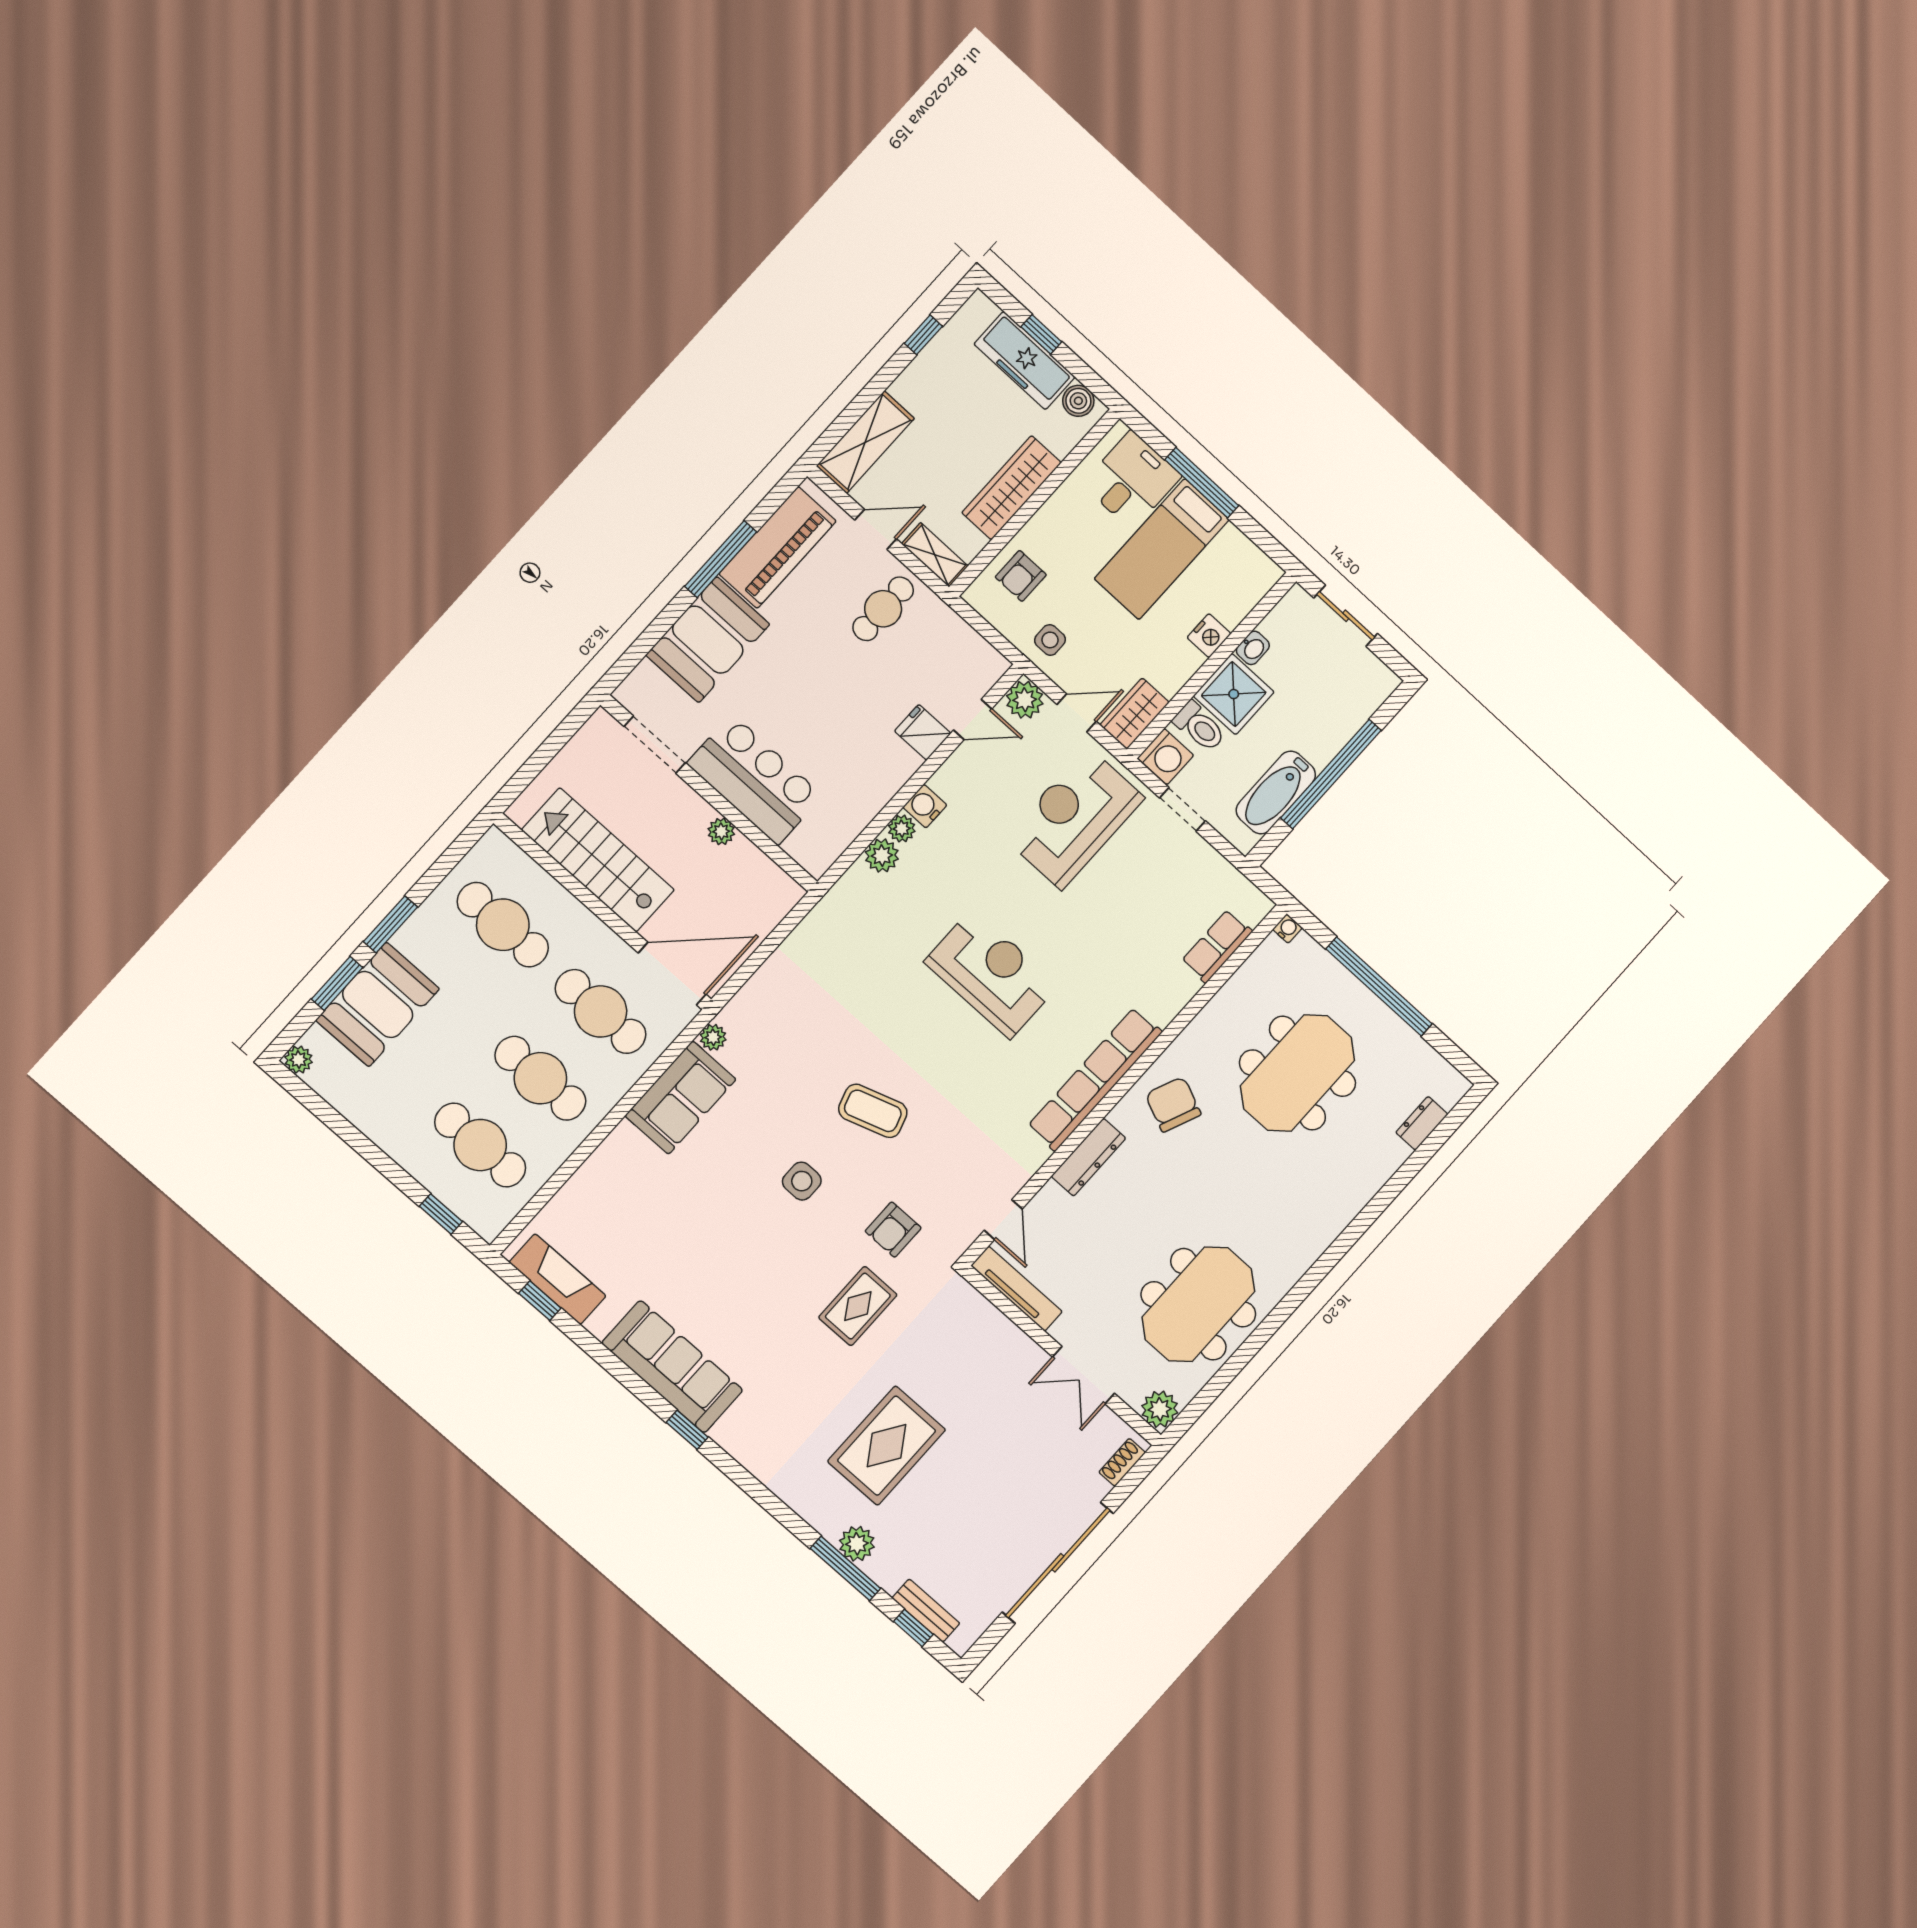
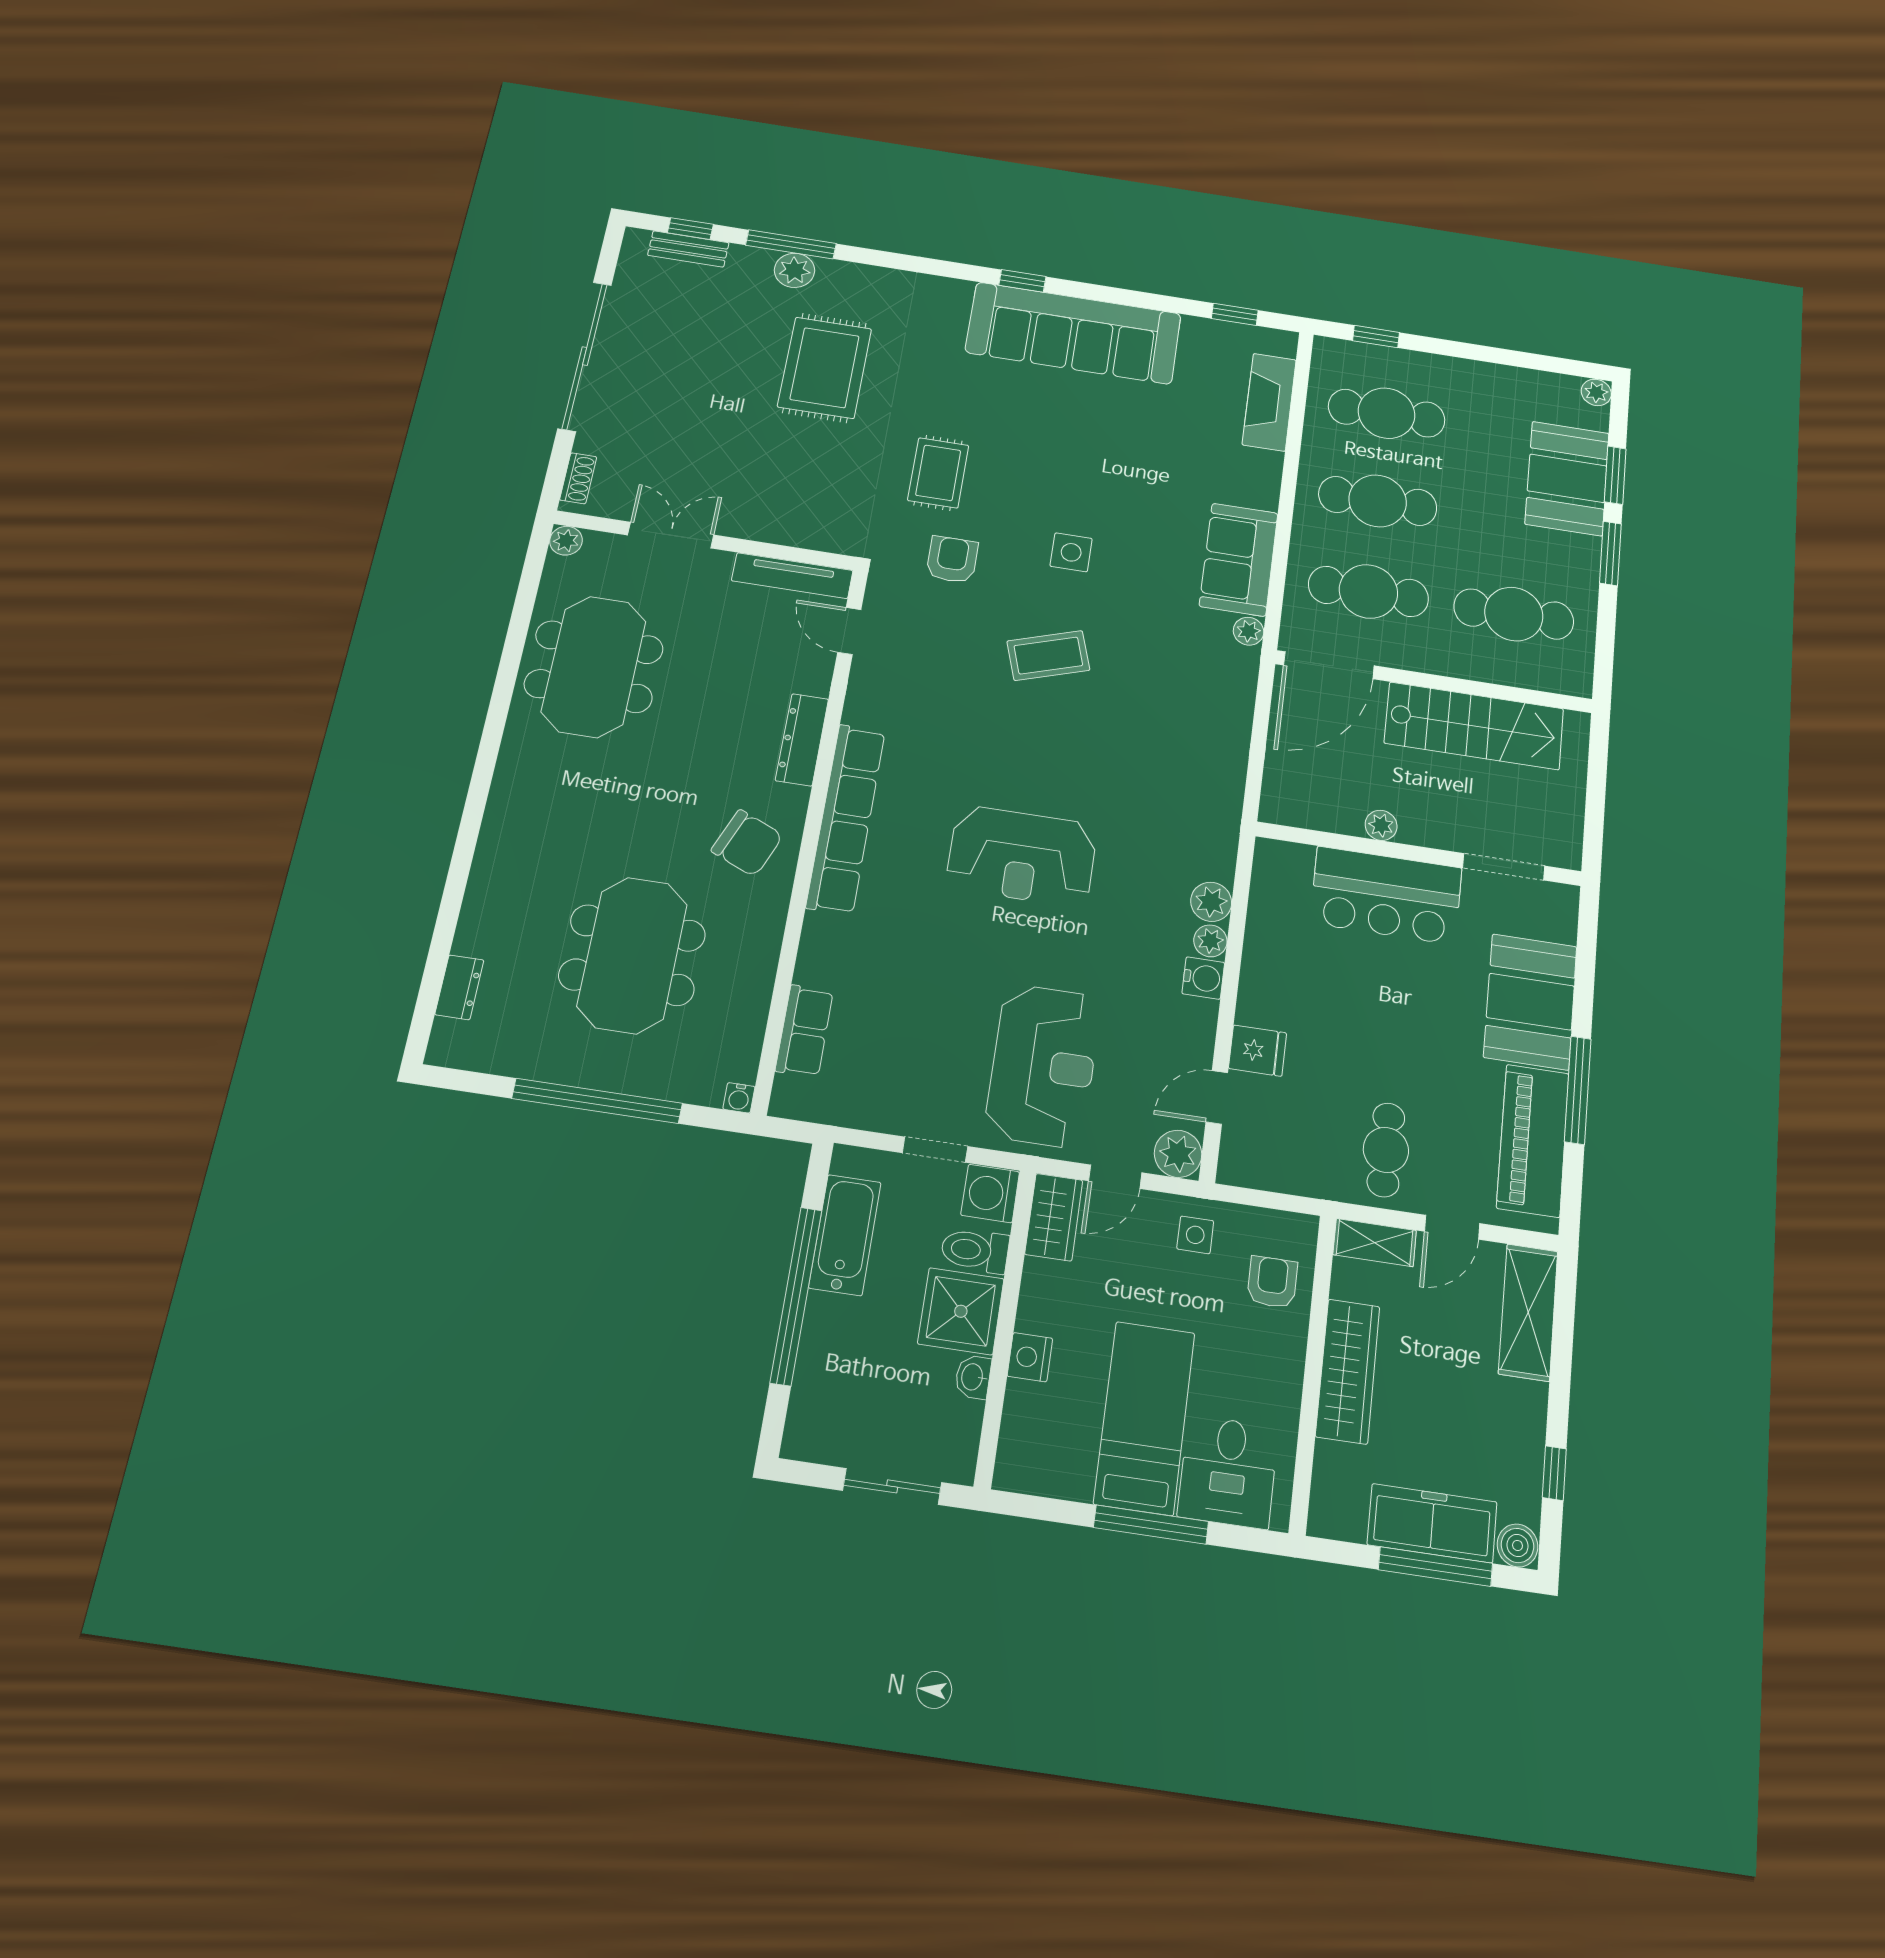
window: (1041, 334) -> (1435, 1567), width x2.17
boiler: (1078, 401) -> (1518, 1545), moved
fireplace: (558, 1279) -> (1269, 402), moved, turned 90
sofa: (672, 1367) -> (1074, 333), width x1.36, depth x1.27
plant: (1160, 1409) -> (566, 541), width x0.73, depth x0.73

